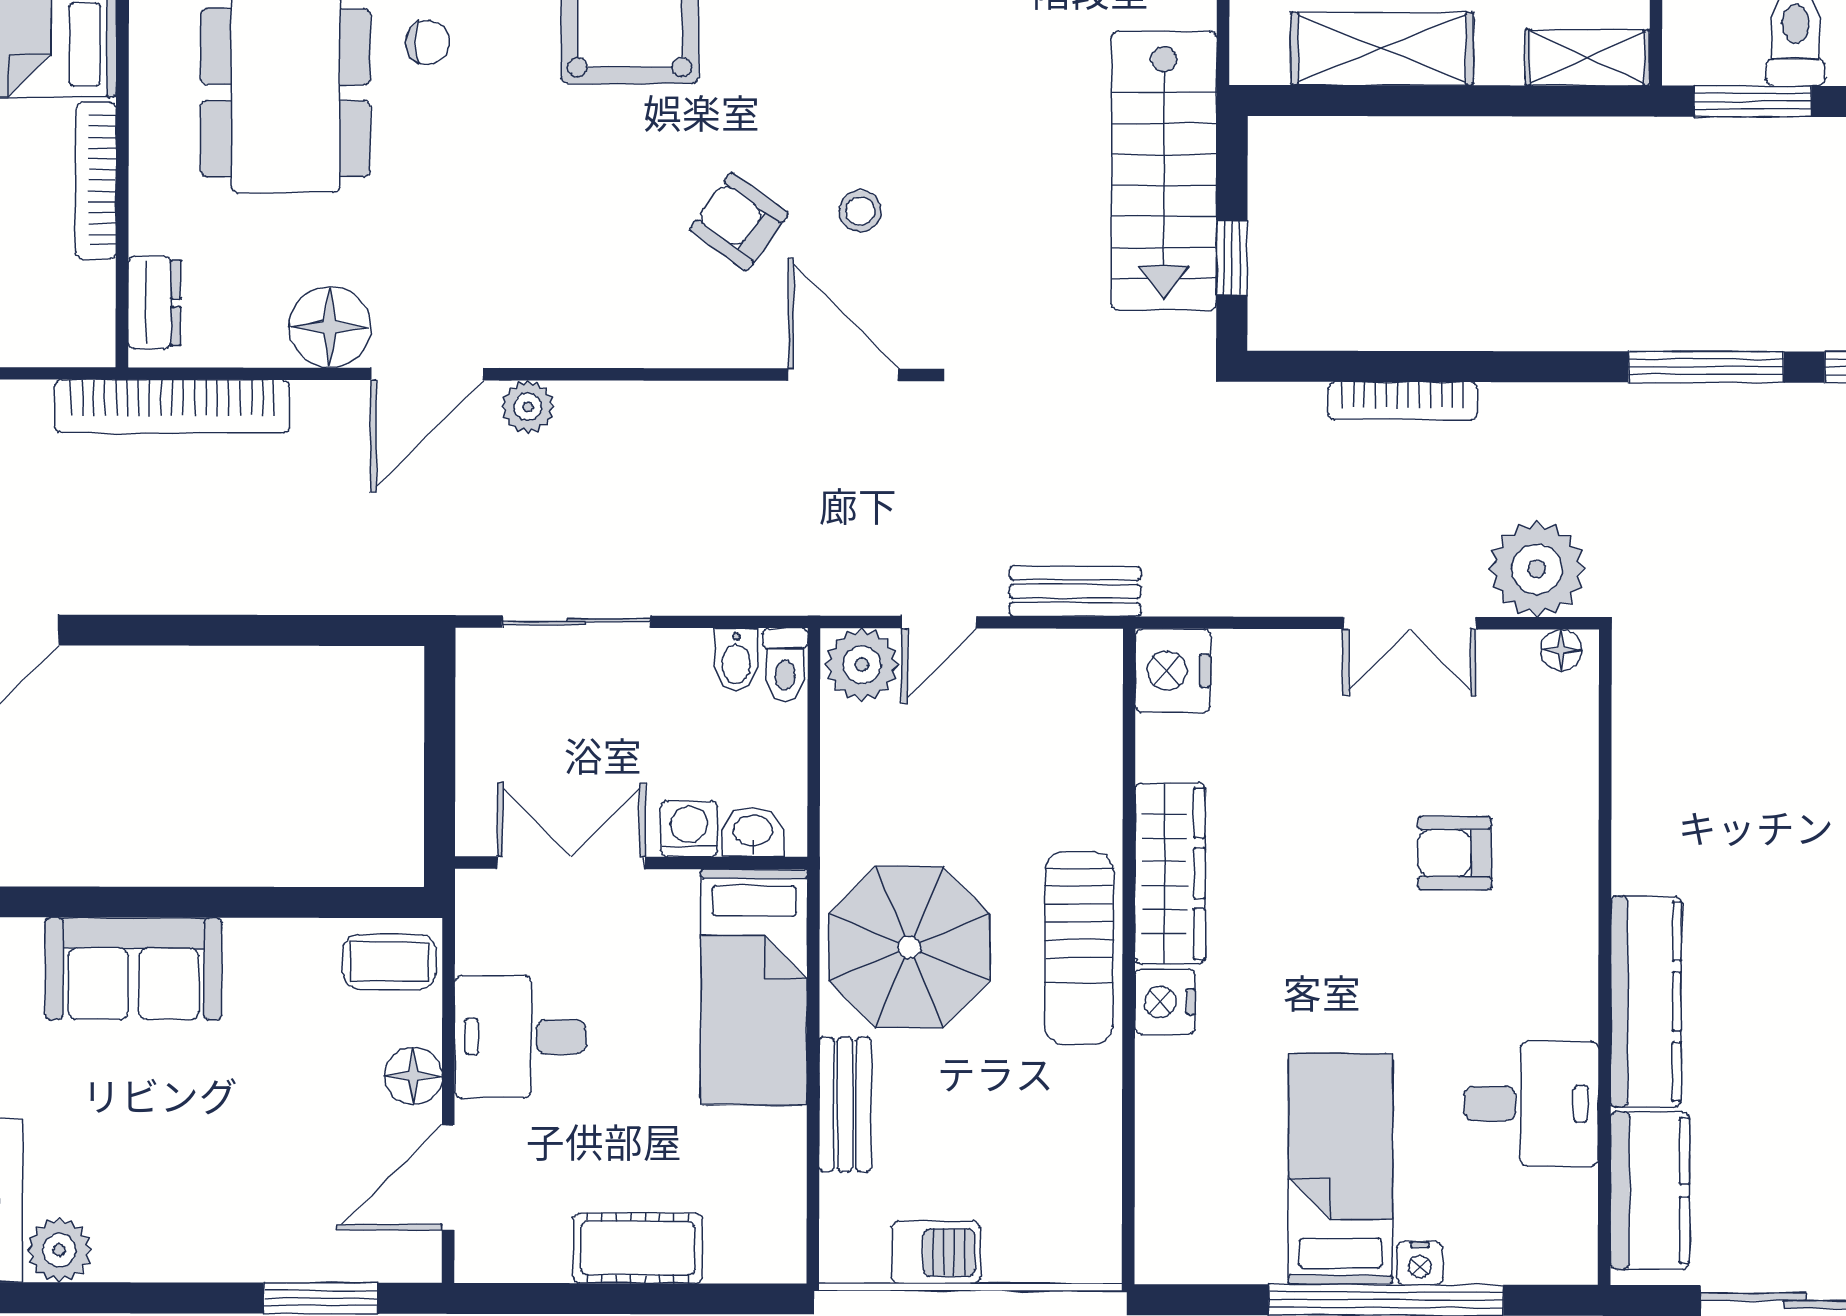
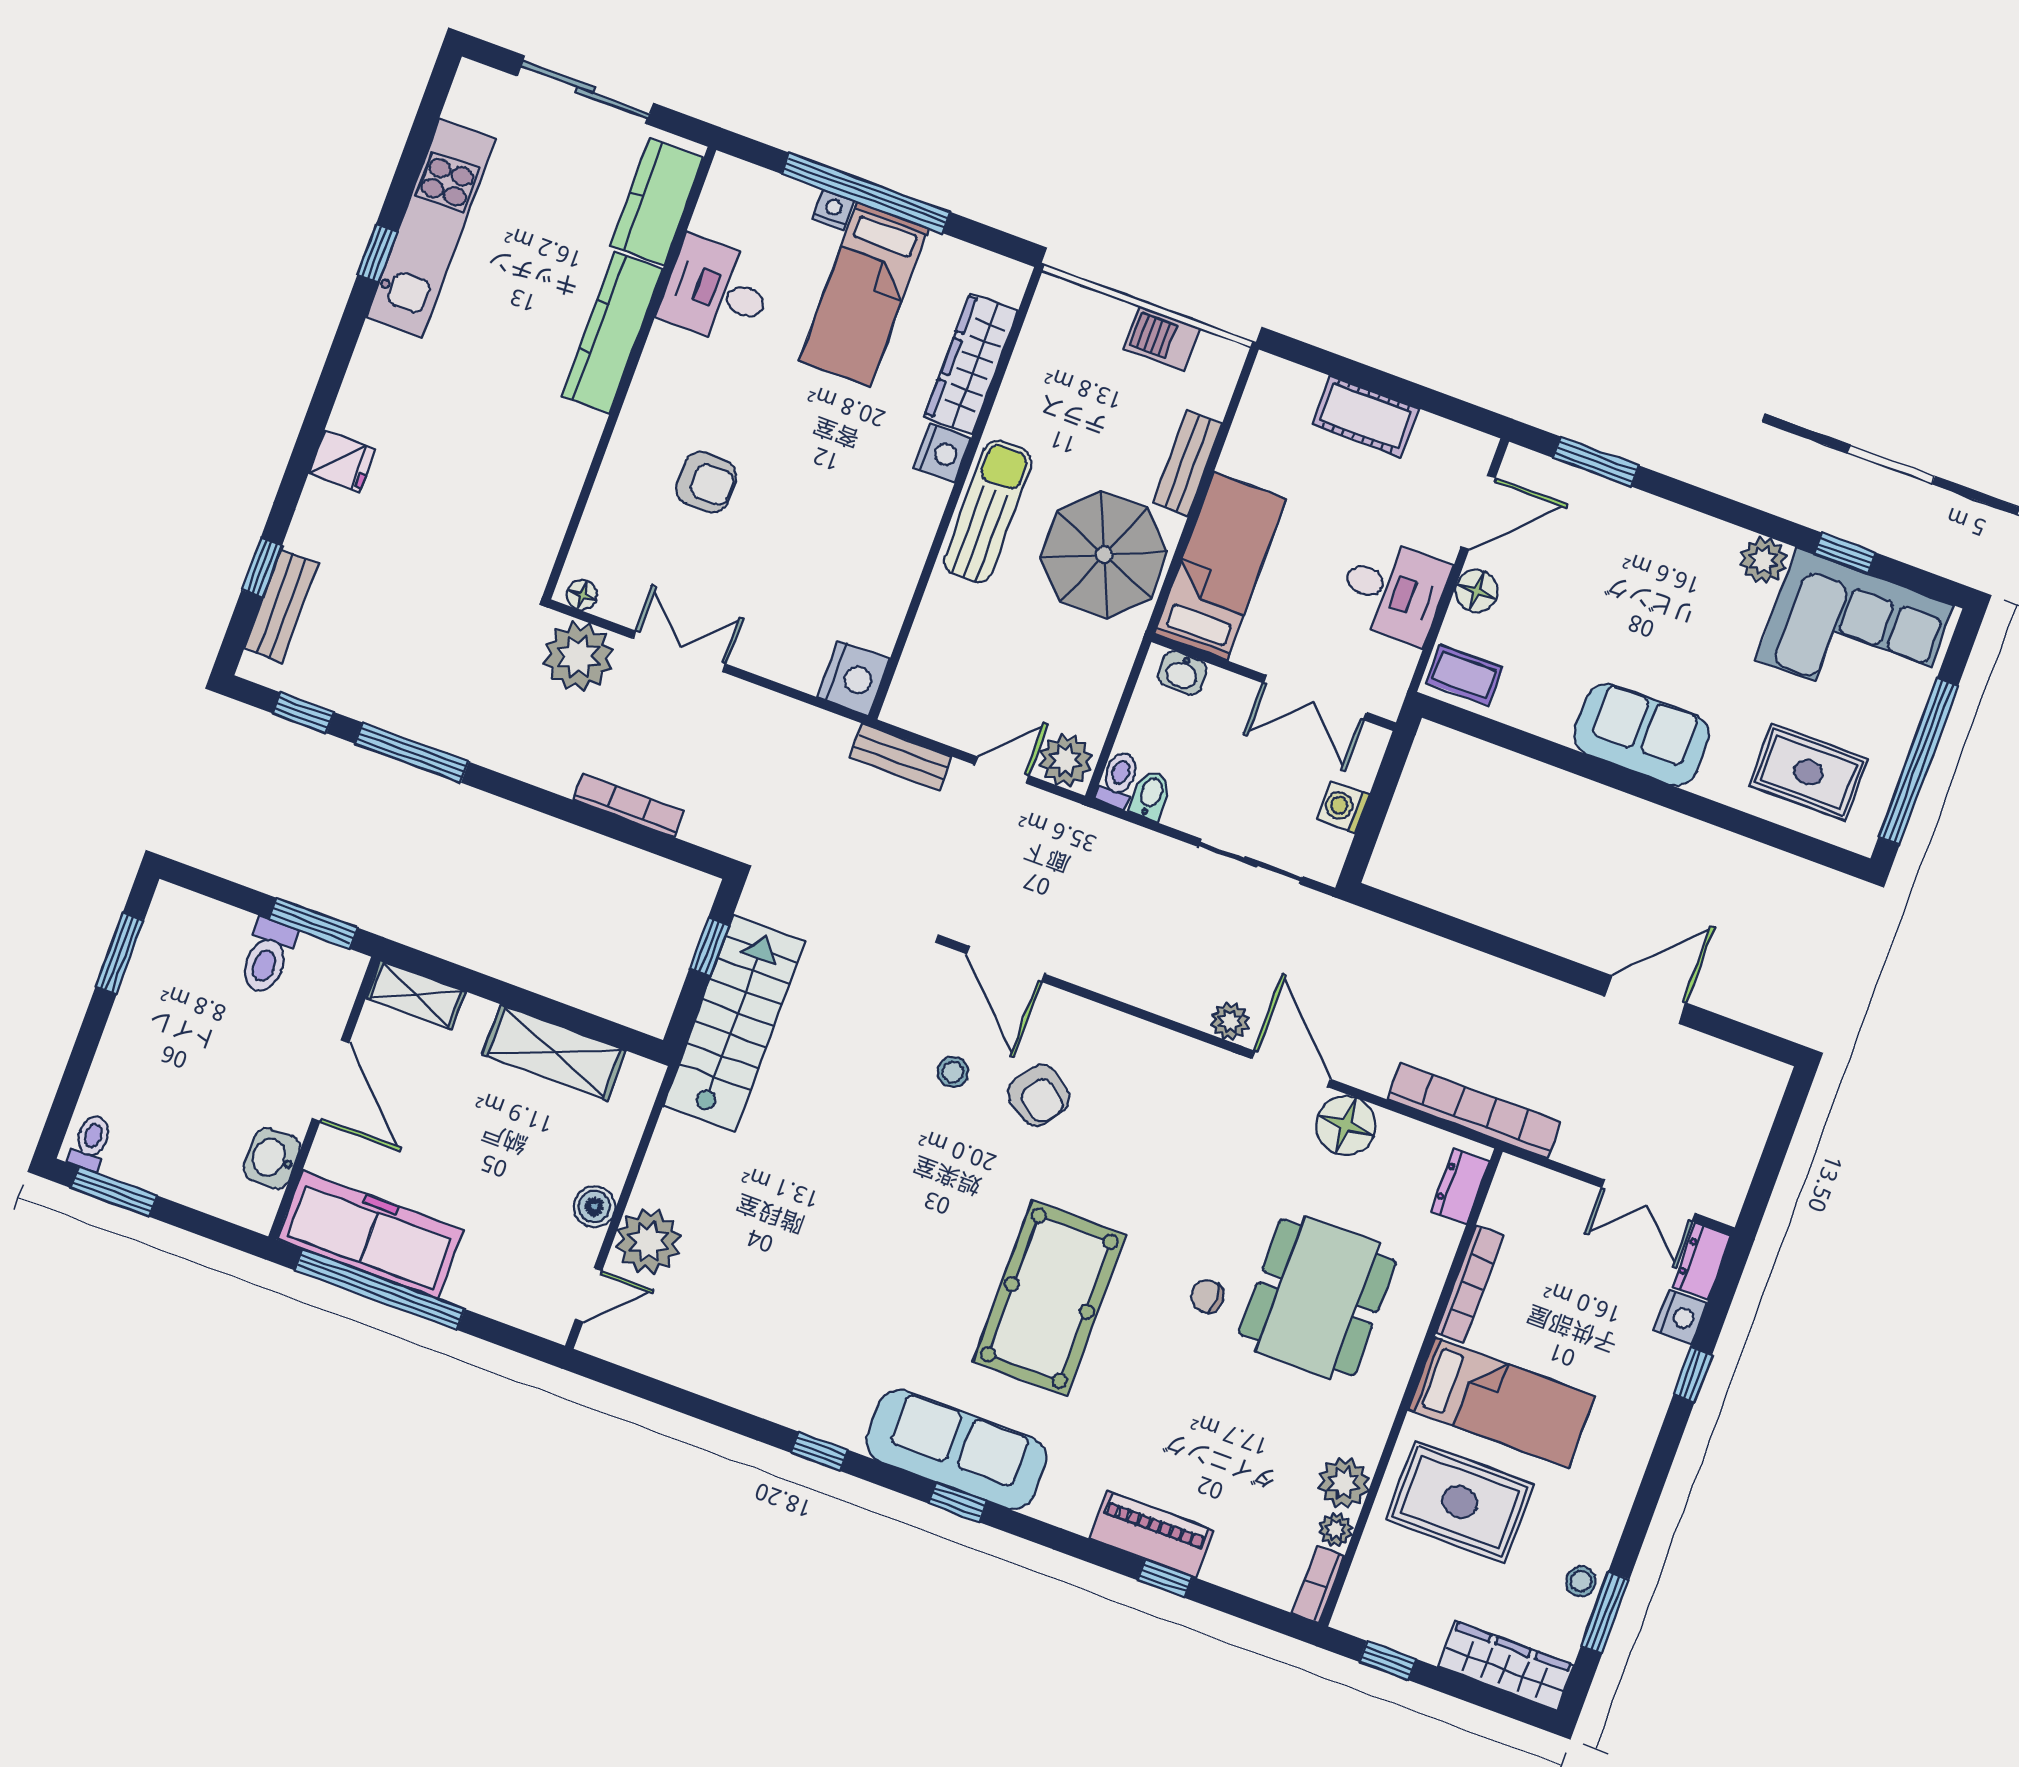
door: (427, 374) -> (1291, 1069), hinge flipped
washing machine: (689, 829) -> (1343, 807), moved, turned 90
wardrobe: (1170, 873) -> (971, 364), moved

